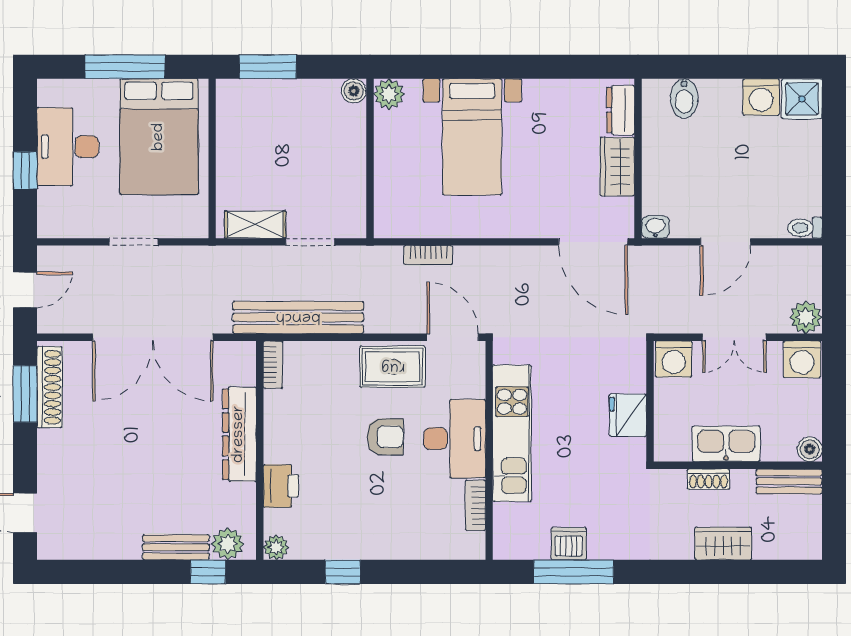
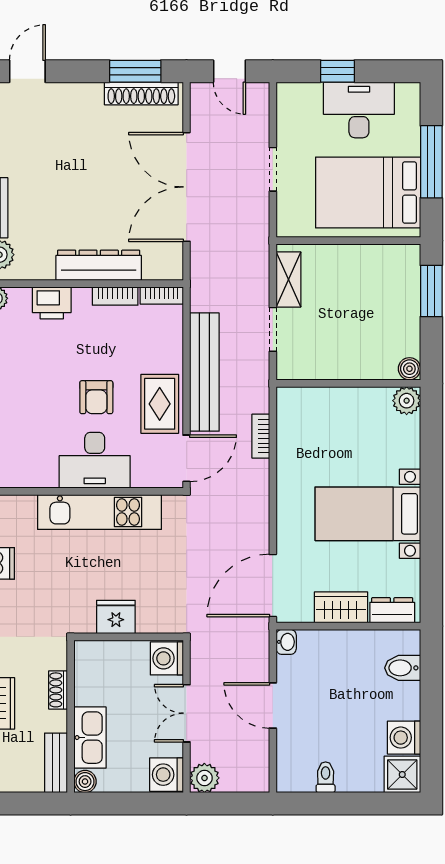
bed with nightstands: (472, 137) -> (368, 514), moved
toilet: (805, 228) -> (326, 777), moved
bench: (298, 317) -> (204, 372), moved
kitchen sink: (726, 444) -> (90, 738), moved
bookcase: (475, 505) -> (115, 296), moved, turned 180

